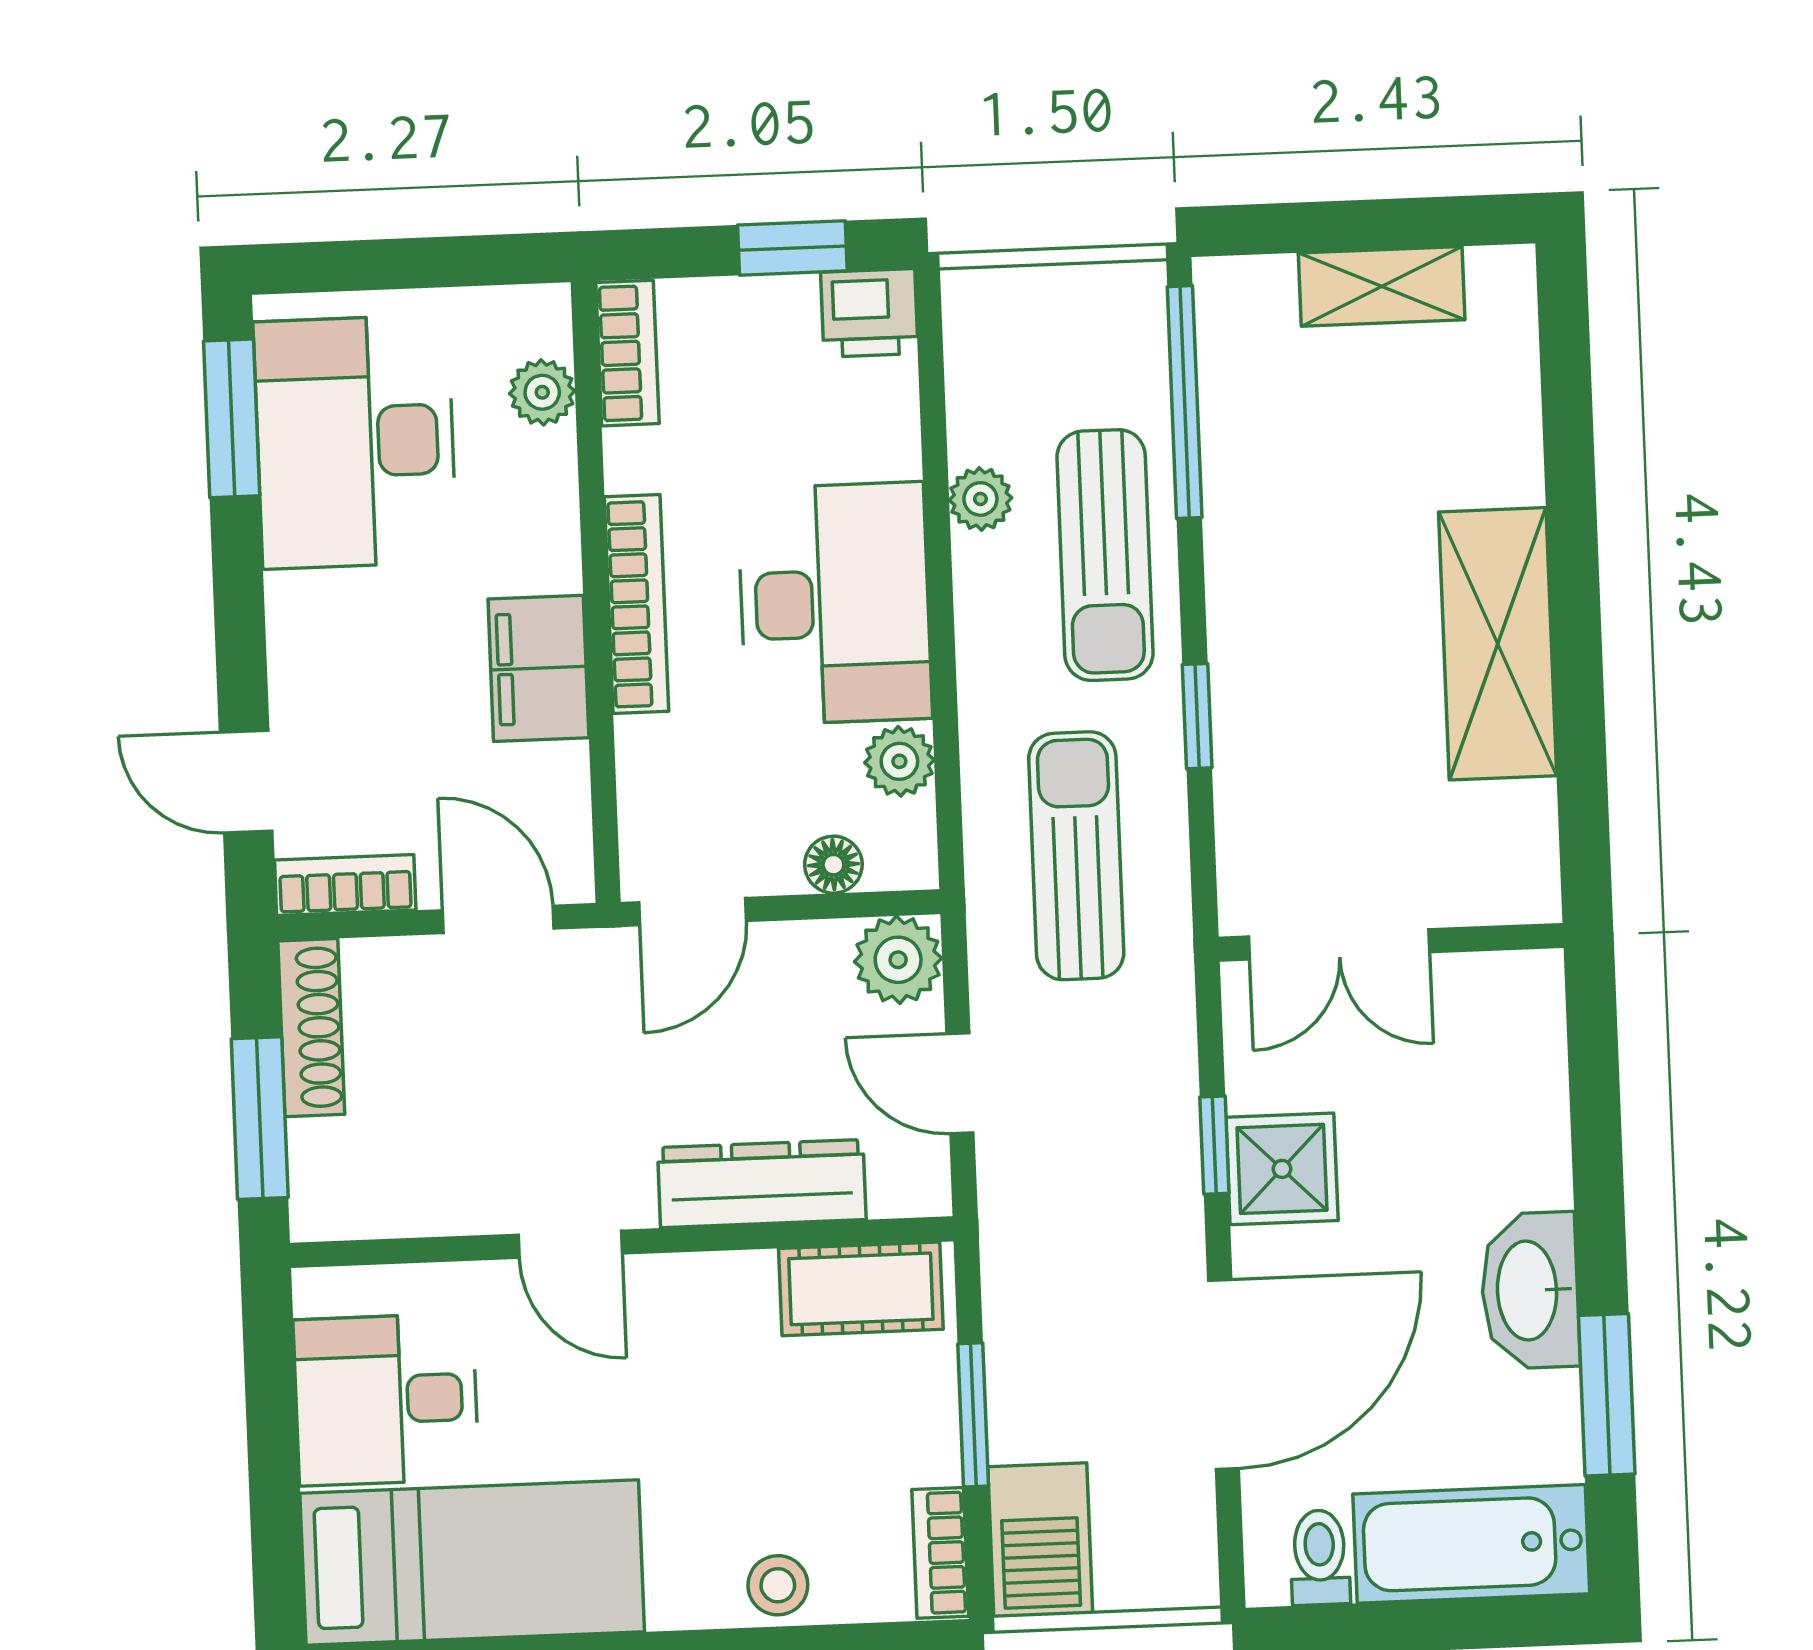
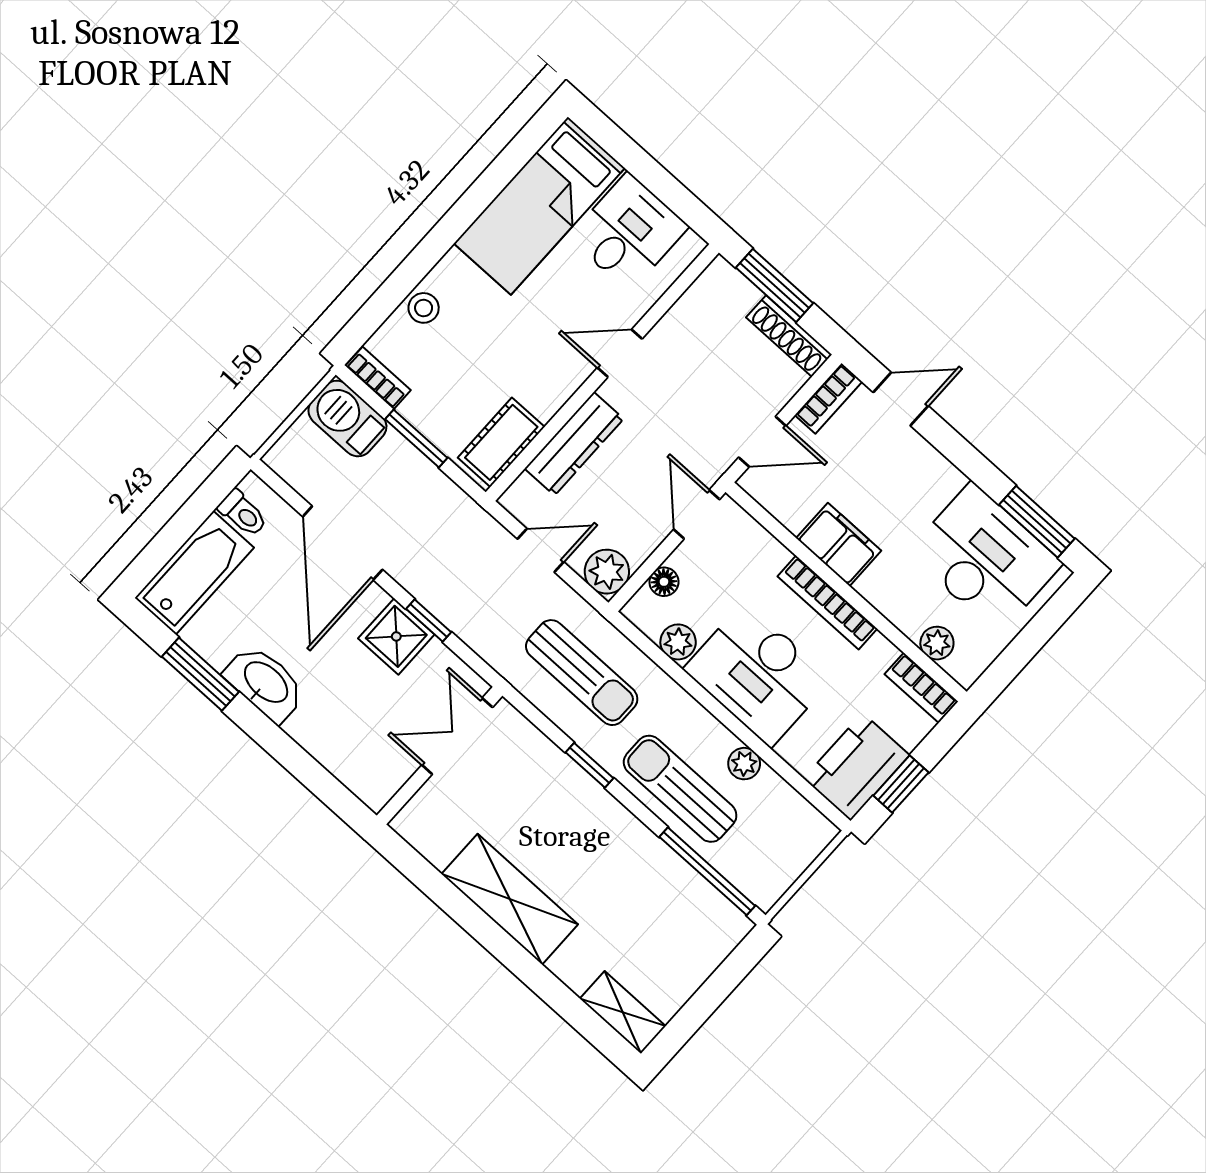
shelving: (1382, 286) -> (623, 1012), moved, turned 90
printer: (869, 313) -> (857, 767), width x1.87, depth x1.48

